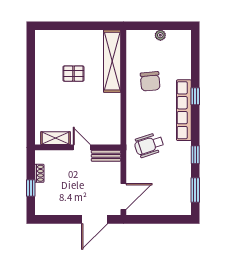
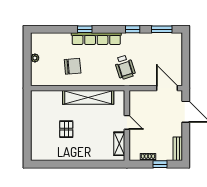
shelving: (112, 61) -> (88, 97), moved
door: (82, 147) -> (127, 122), swing flipped
bench: (106, 156) -> (178, 149), moved

